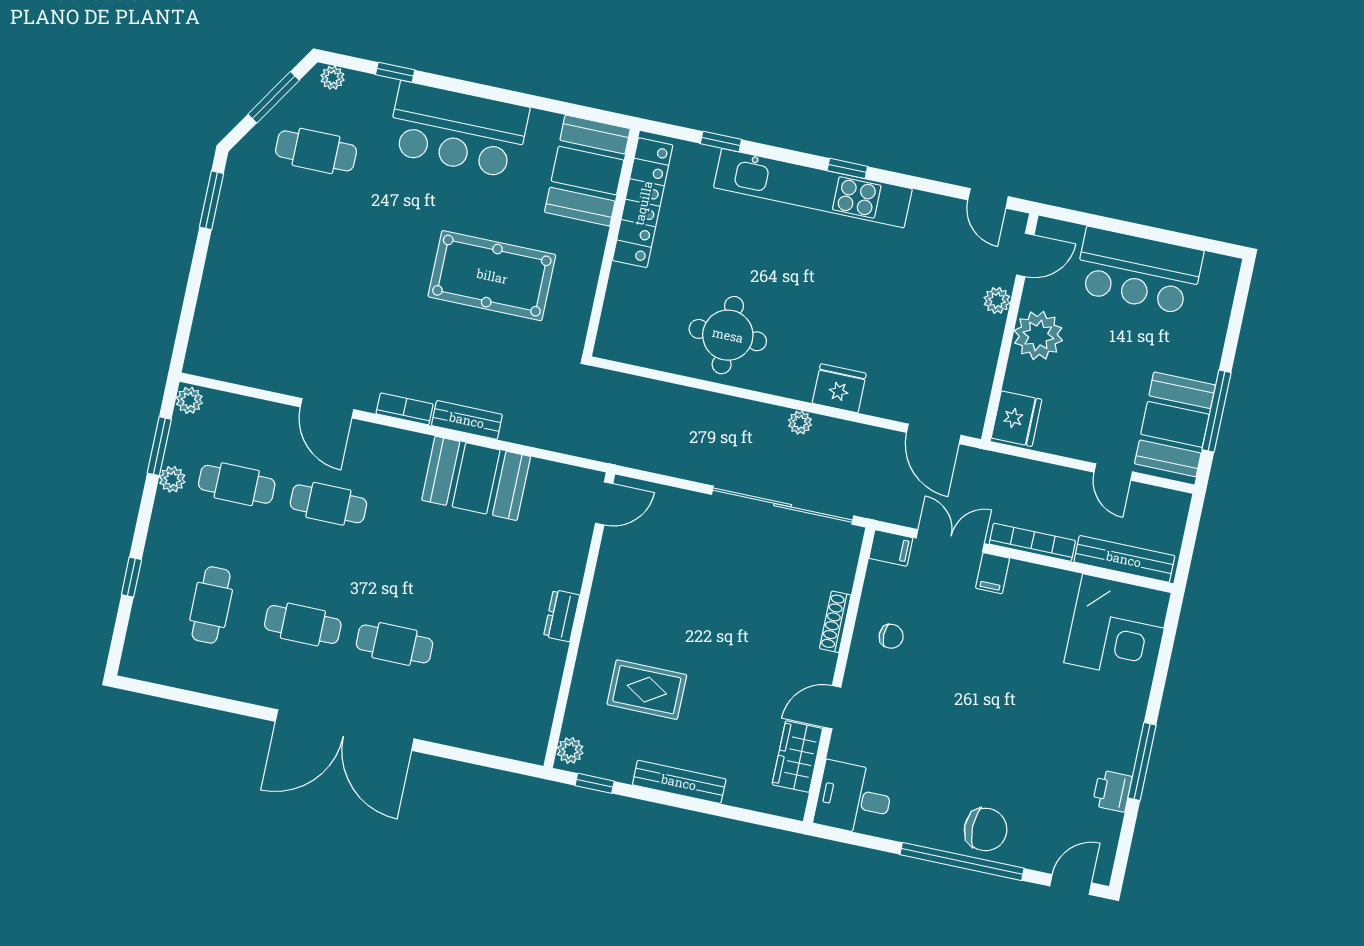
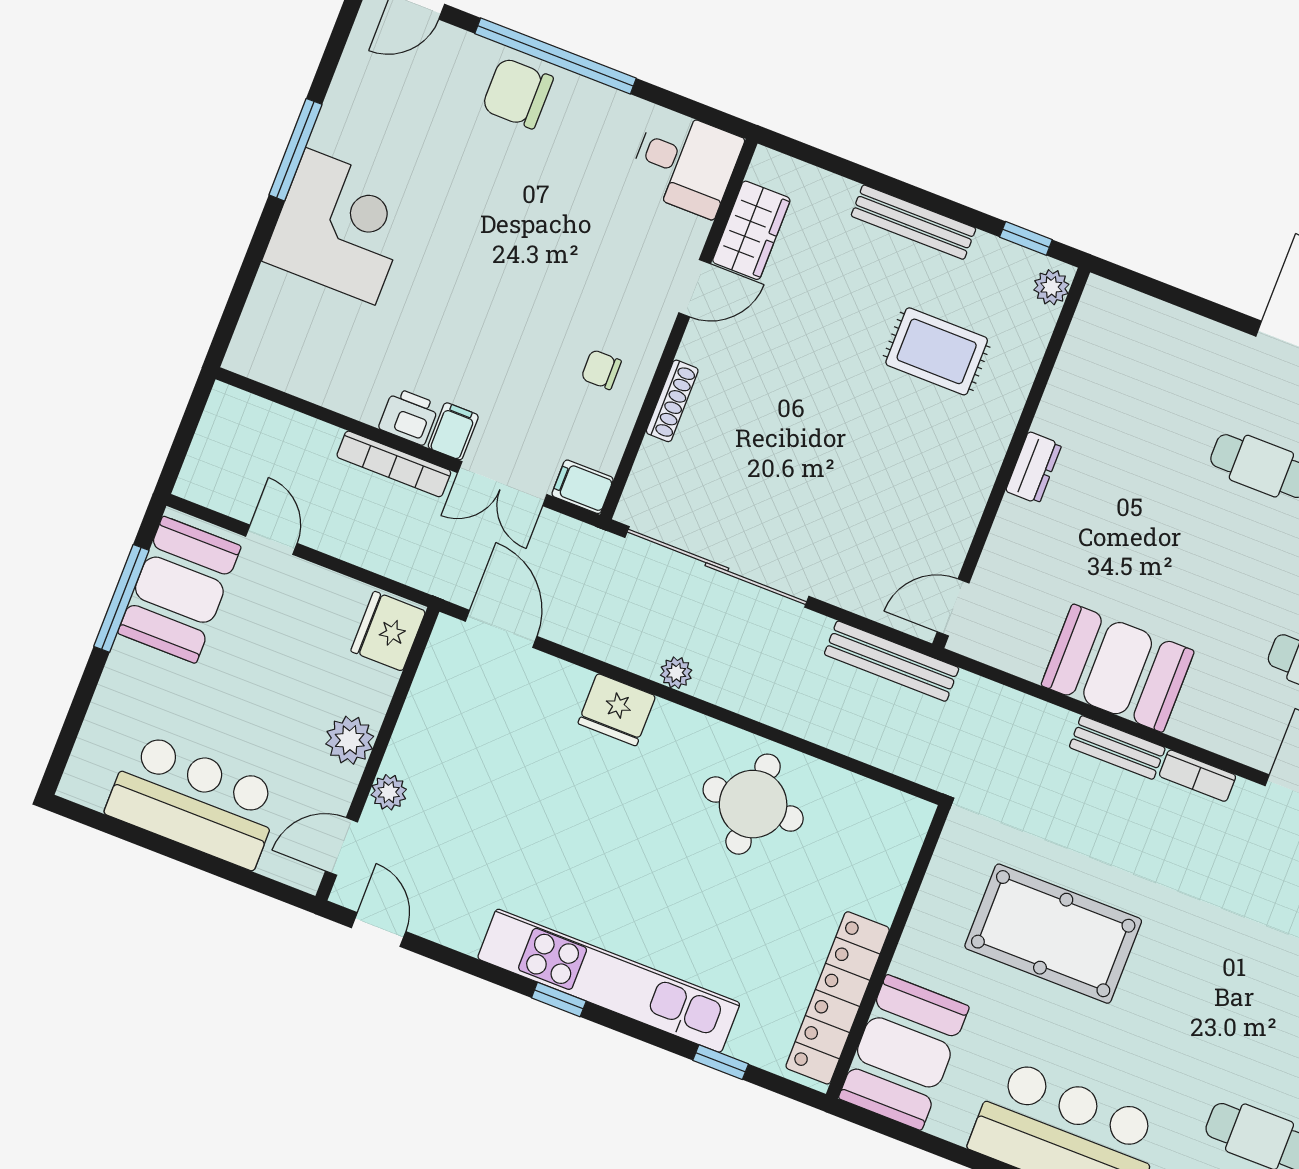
plant: (1038, 335) -> (350, 740), width x0.73, depth x0.73
bench: (1124, 559) -> (892, 661), moved
corner desk: (1118, 628) -> (340, 226), moved, turned 90
printer: (1112, 791) -> (409, 416), moved, turned -90

